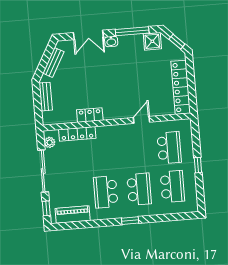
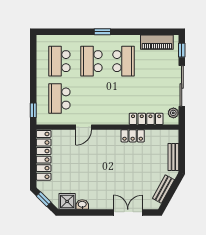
window: (132, 31) -> (86, 213), removed
washbasin: (111, 41) -> (82, 205), moved
window: (198, 165) -> (33, 110), moved

